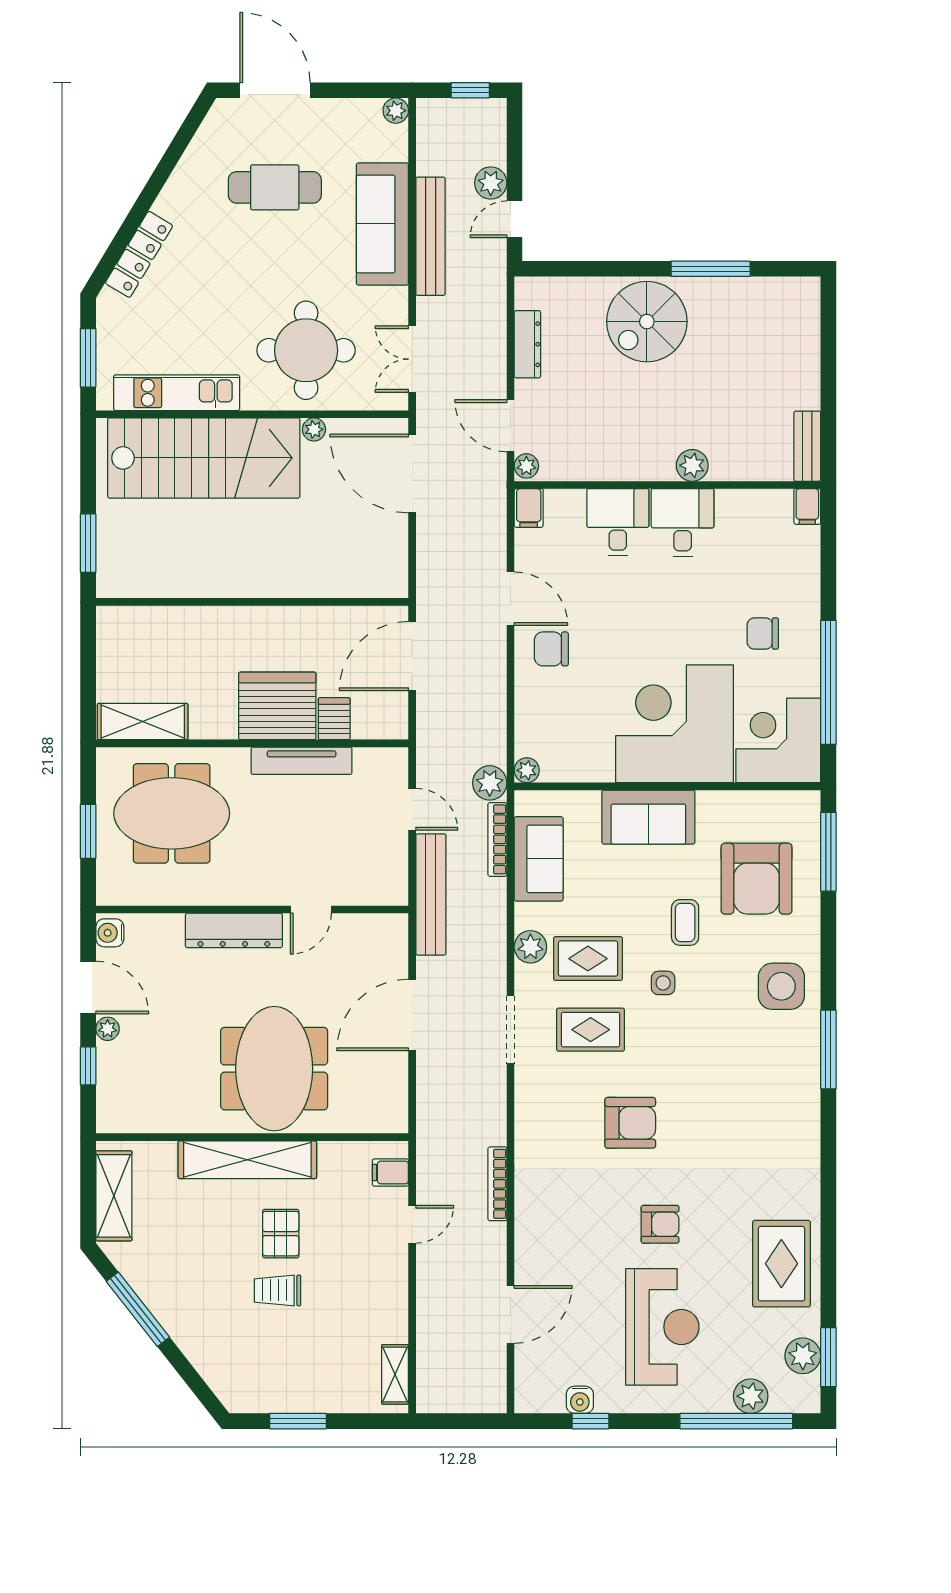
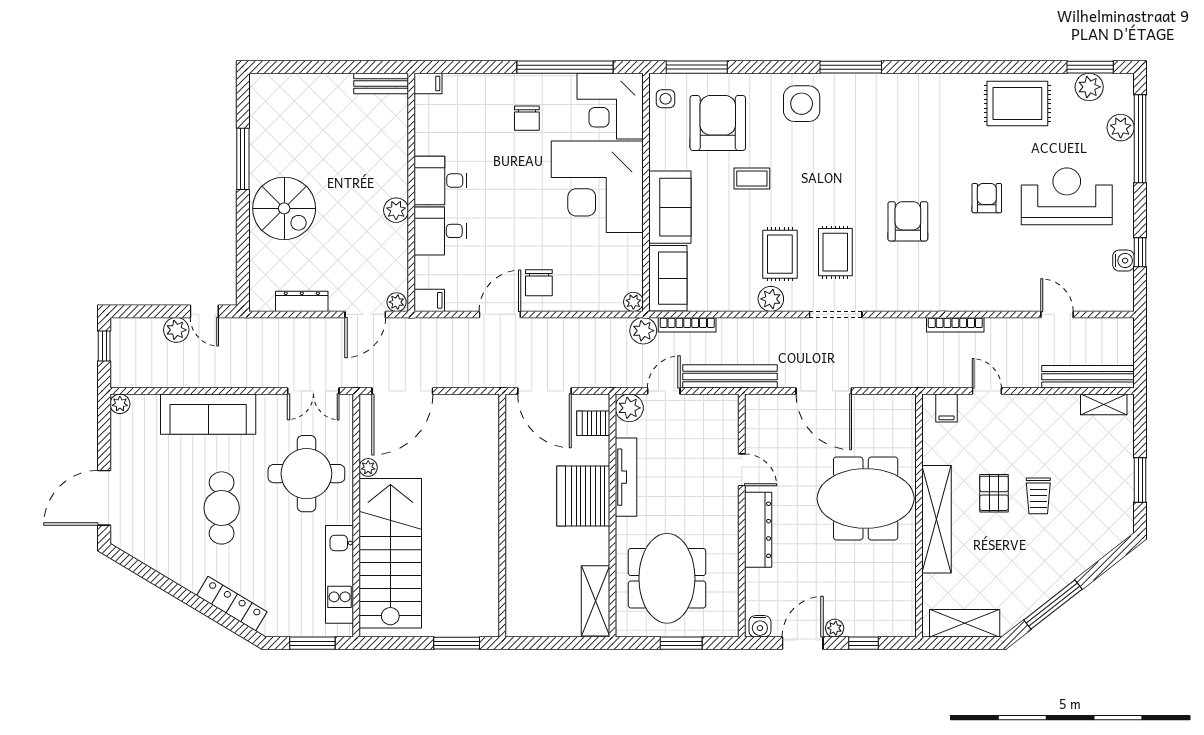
cafe table: (275, 187) -> (222, 508), moved
bench: (431, 236) -> (1088, 377), moved
plant: (692, 465) -> (396, 210), moved
server rack: (334, 719) -> (593, 423), moved
plant: (391, 765) -> (629, 408), added
sofa: (539, 859) -> (668, 278), moved, turned 90
armchair: (757, 879) -> (718, 123), turned -90
side table: (663, 983) -> (666, 99), moved
pallet: (281, 1234) -> (994, 493), turned 90
door: (511, 1314) -> (1057, 314), width x0.73

